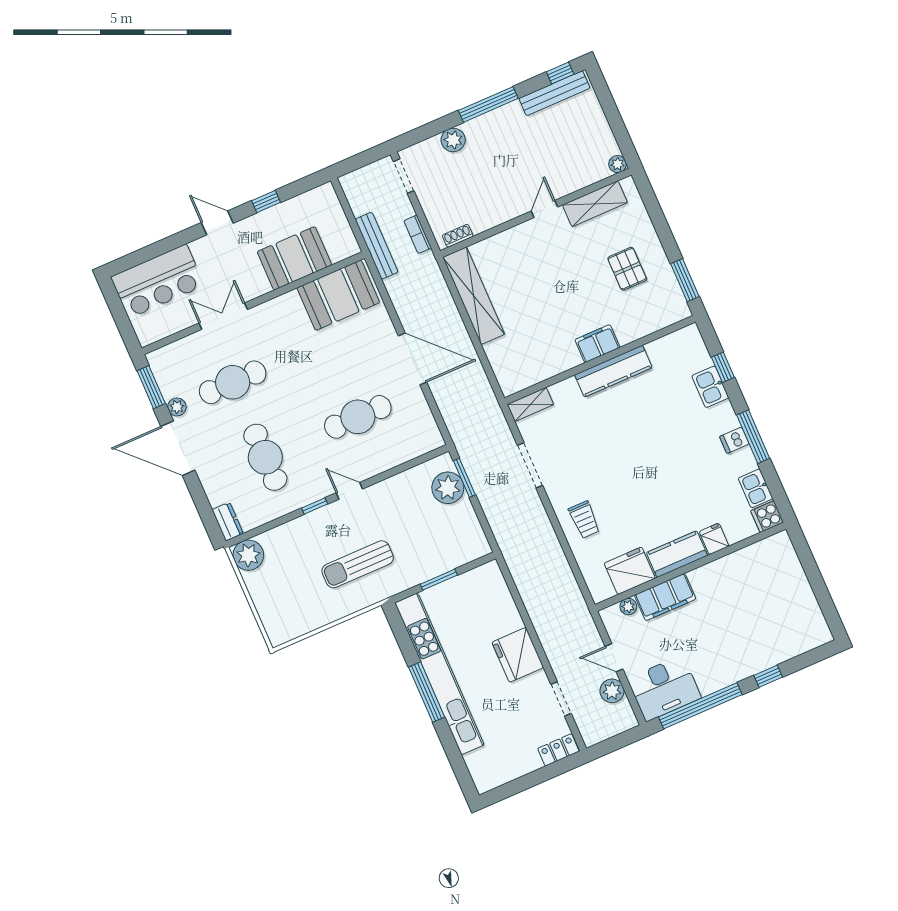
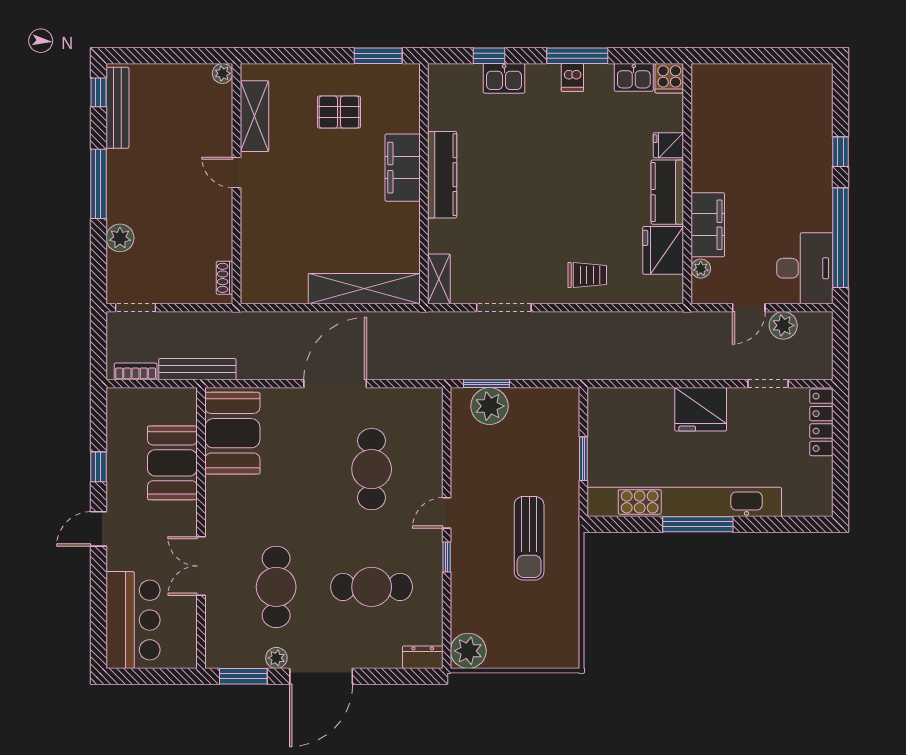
bookcase: (418, 234) -> (136, 371), moved, turned 180
shelving: (474, 296) -> (364, 289), moved
filing cabinet: (597, 344) -> (403, 168), width x1.50, depth x1.17
locker: (558, 750) -> (821, 422), width x1.53

